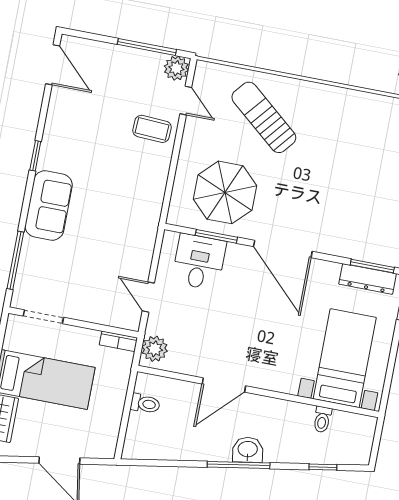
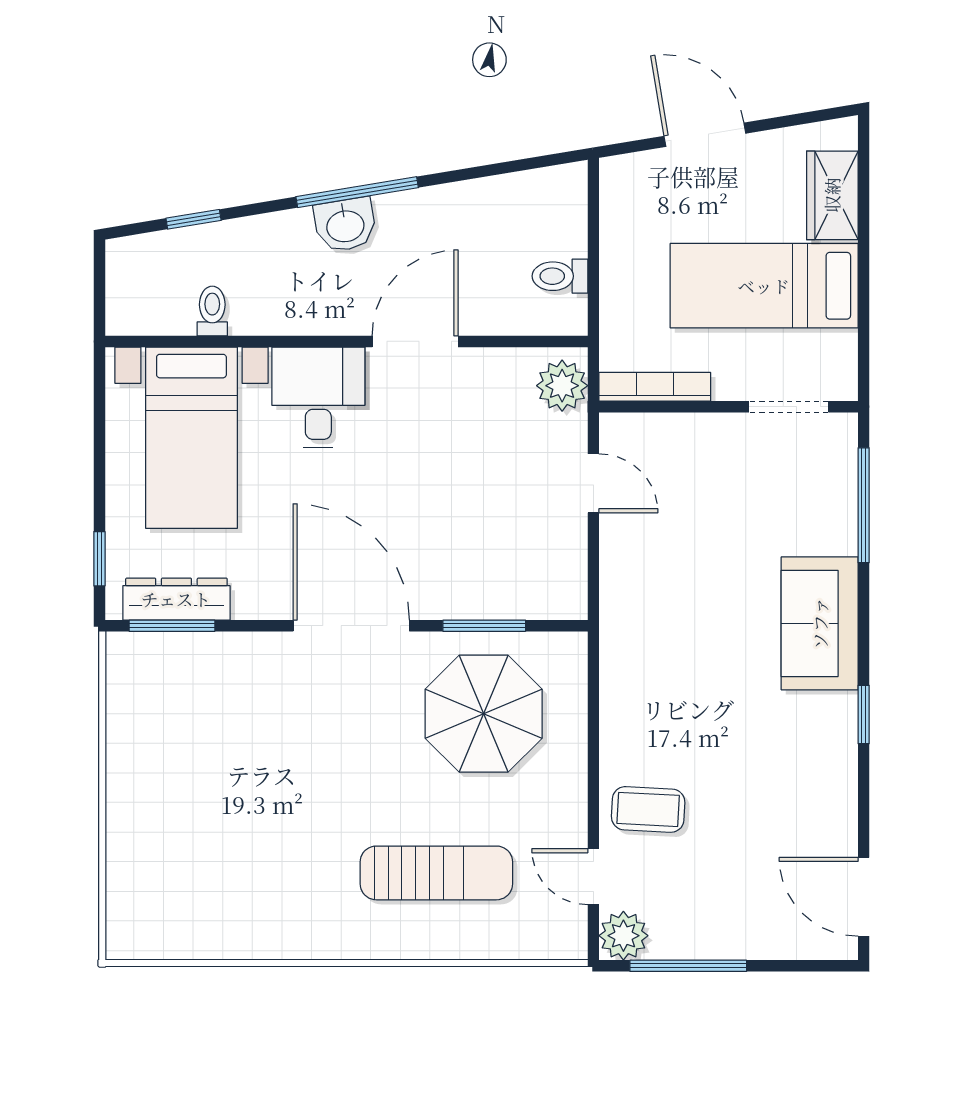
sun lounger: (264, 117) -> (436, 873), turned -40
desk: (199, 262) -> (318, 397), moved, turned 180
bookcase: (118, 341) -> (655, 387), width x1.56

